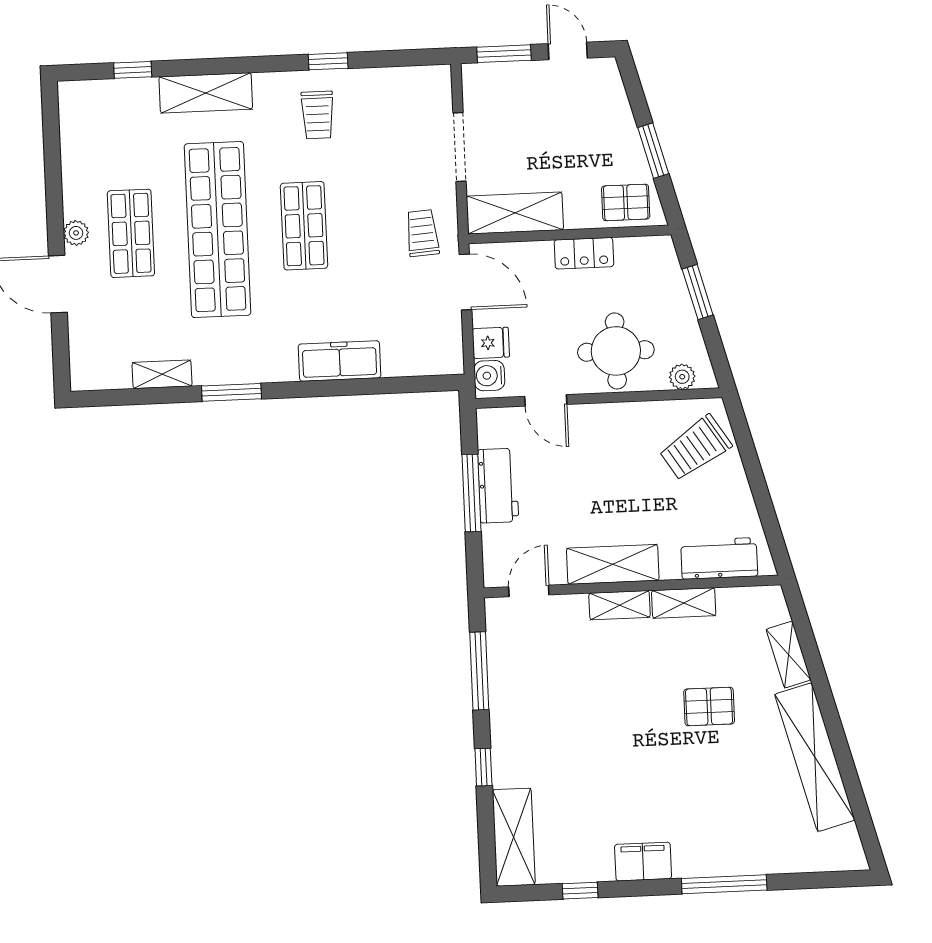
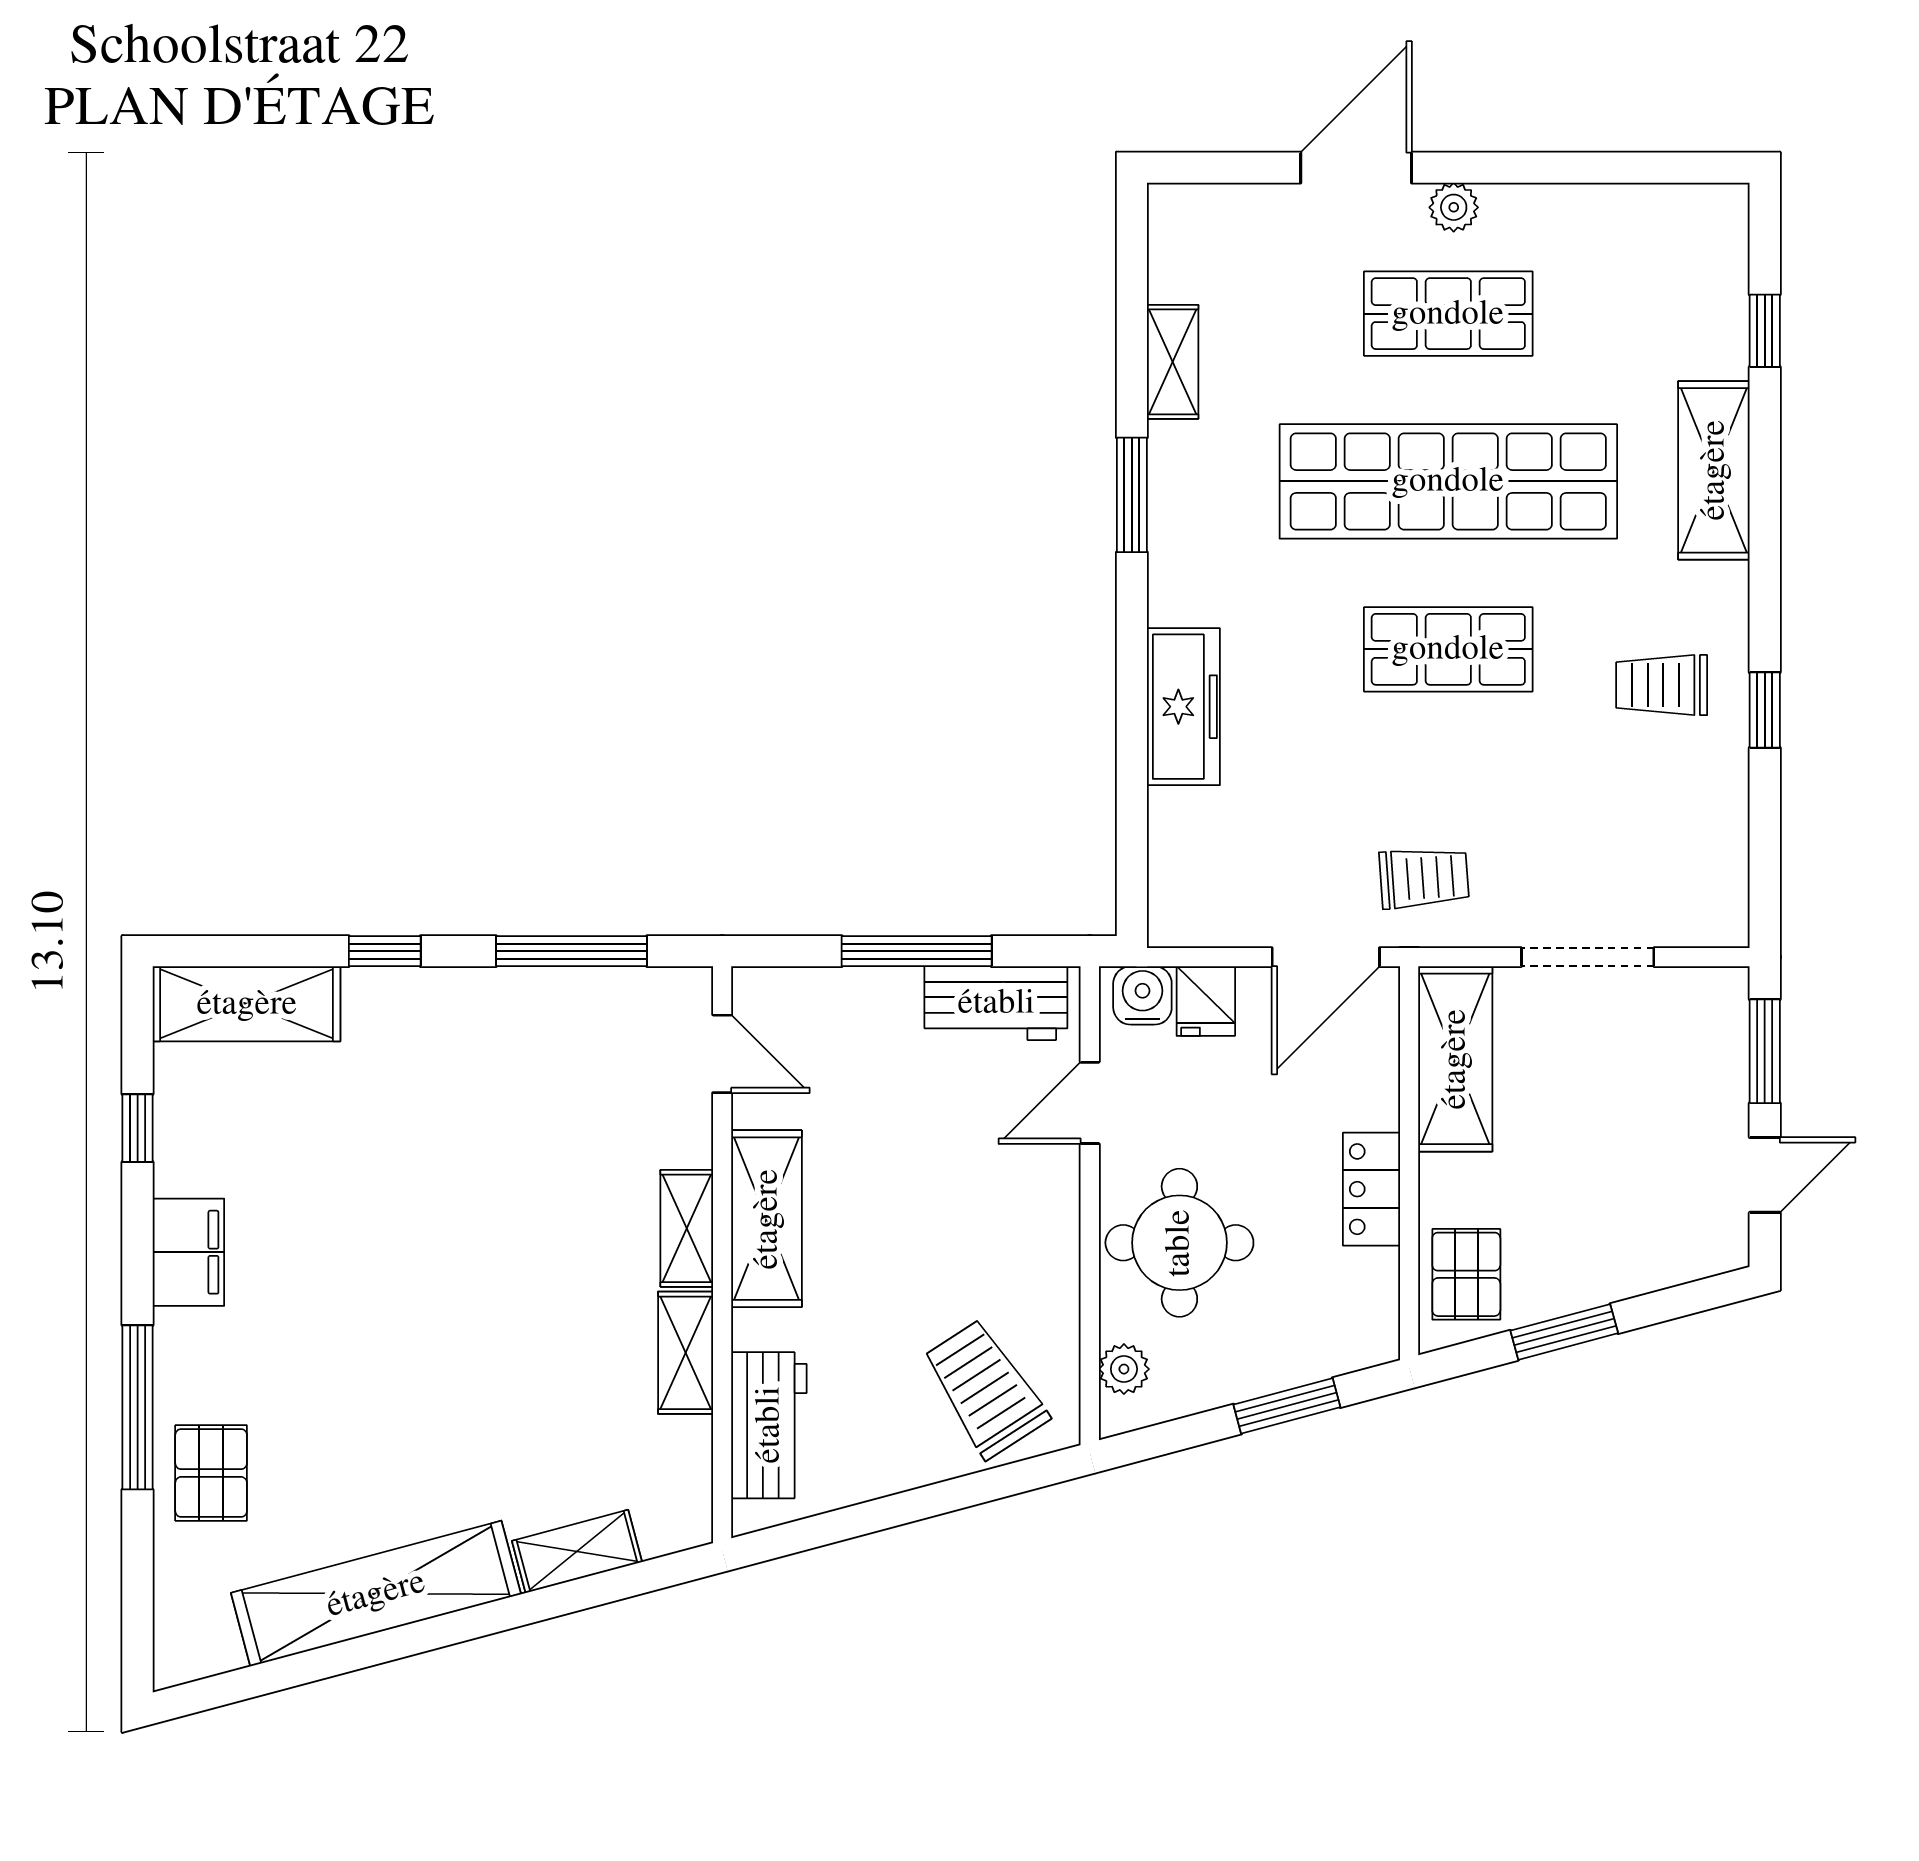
workbench: (498, 486) -> (996, 1003), moved
pallet: (709, 706) -> (211, 1473), moved

